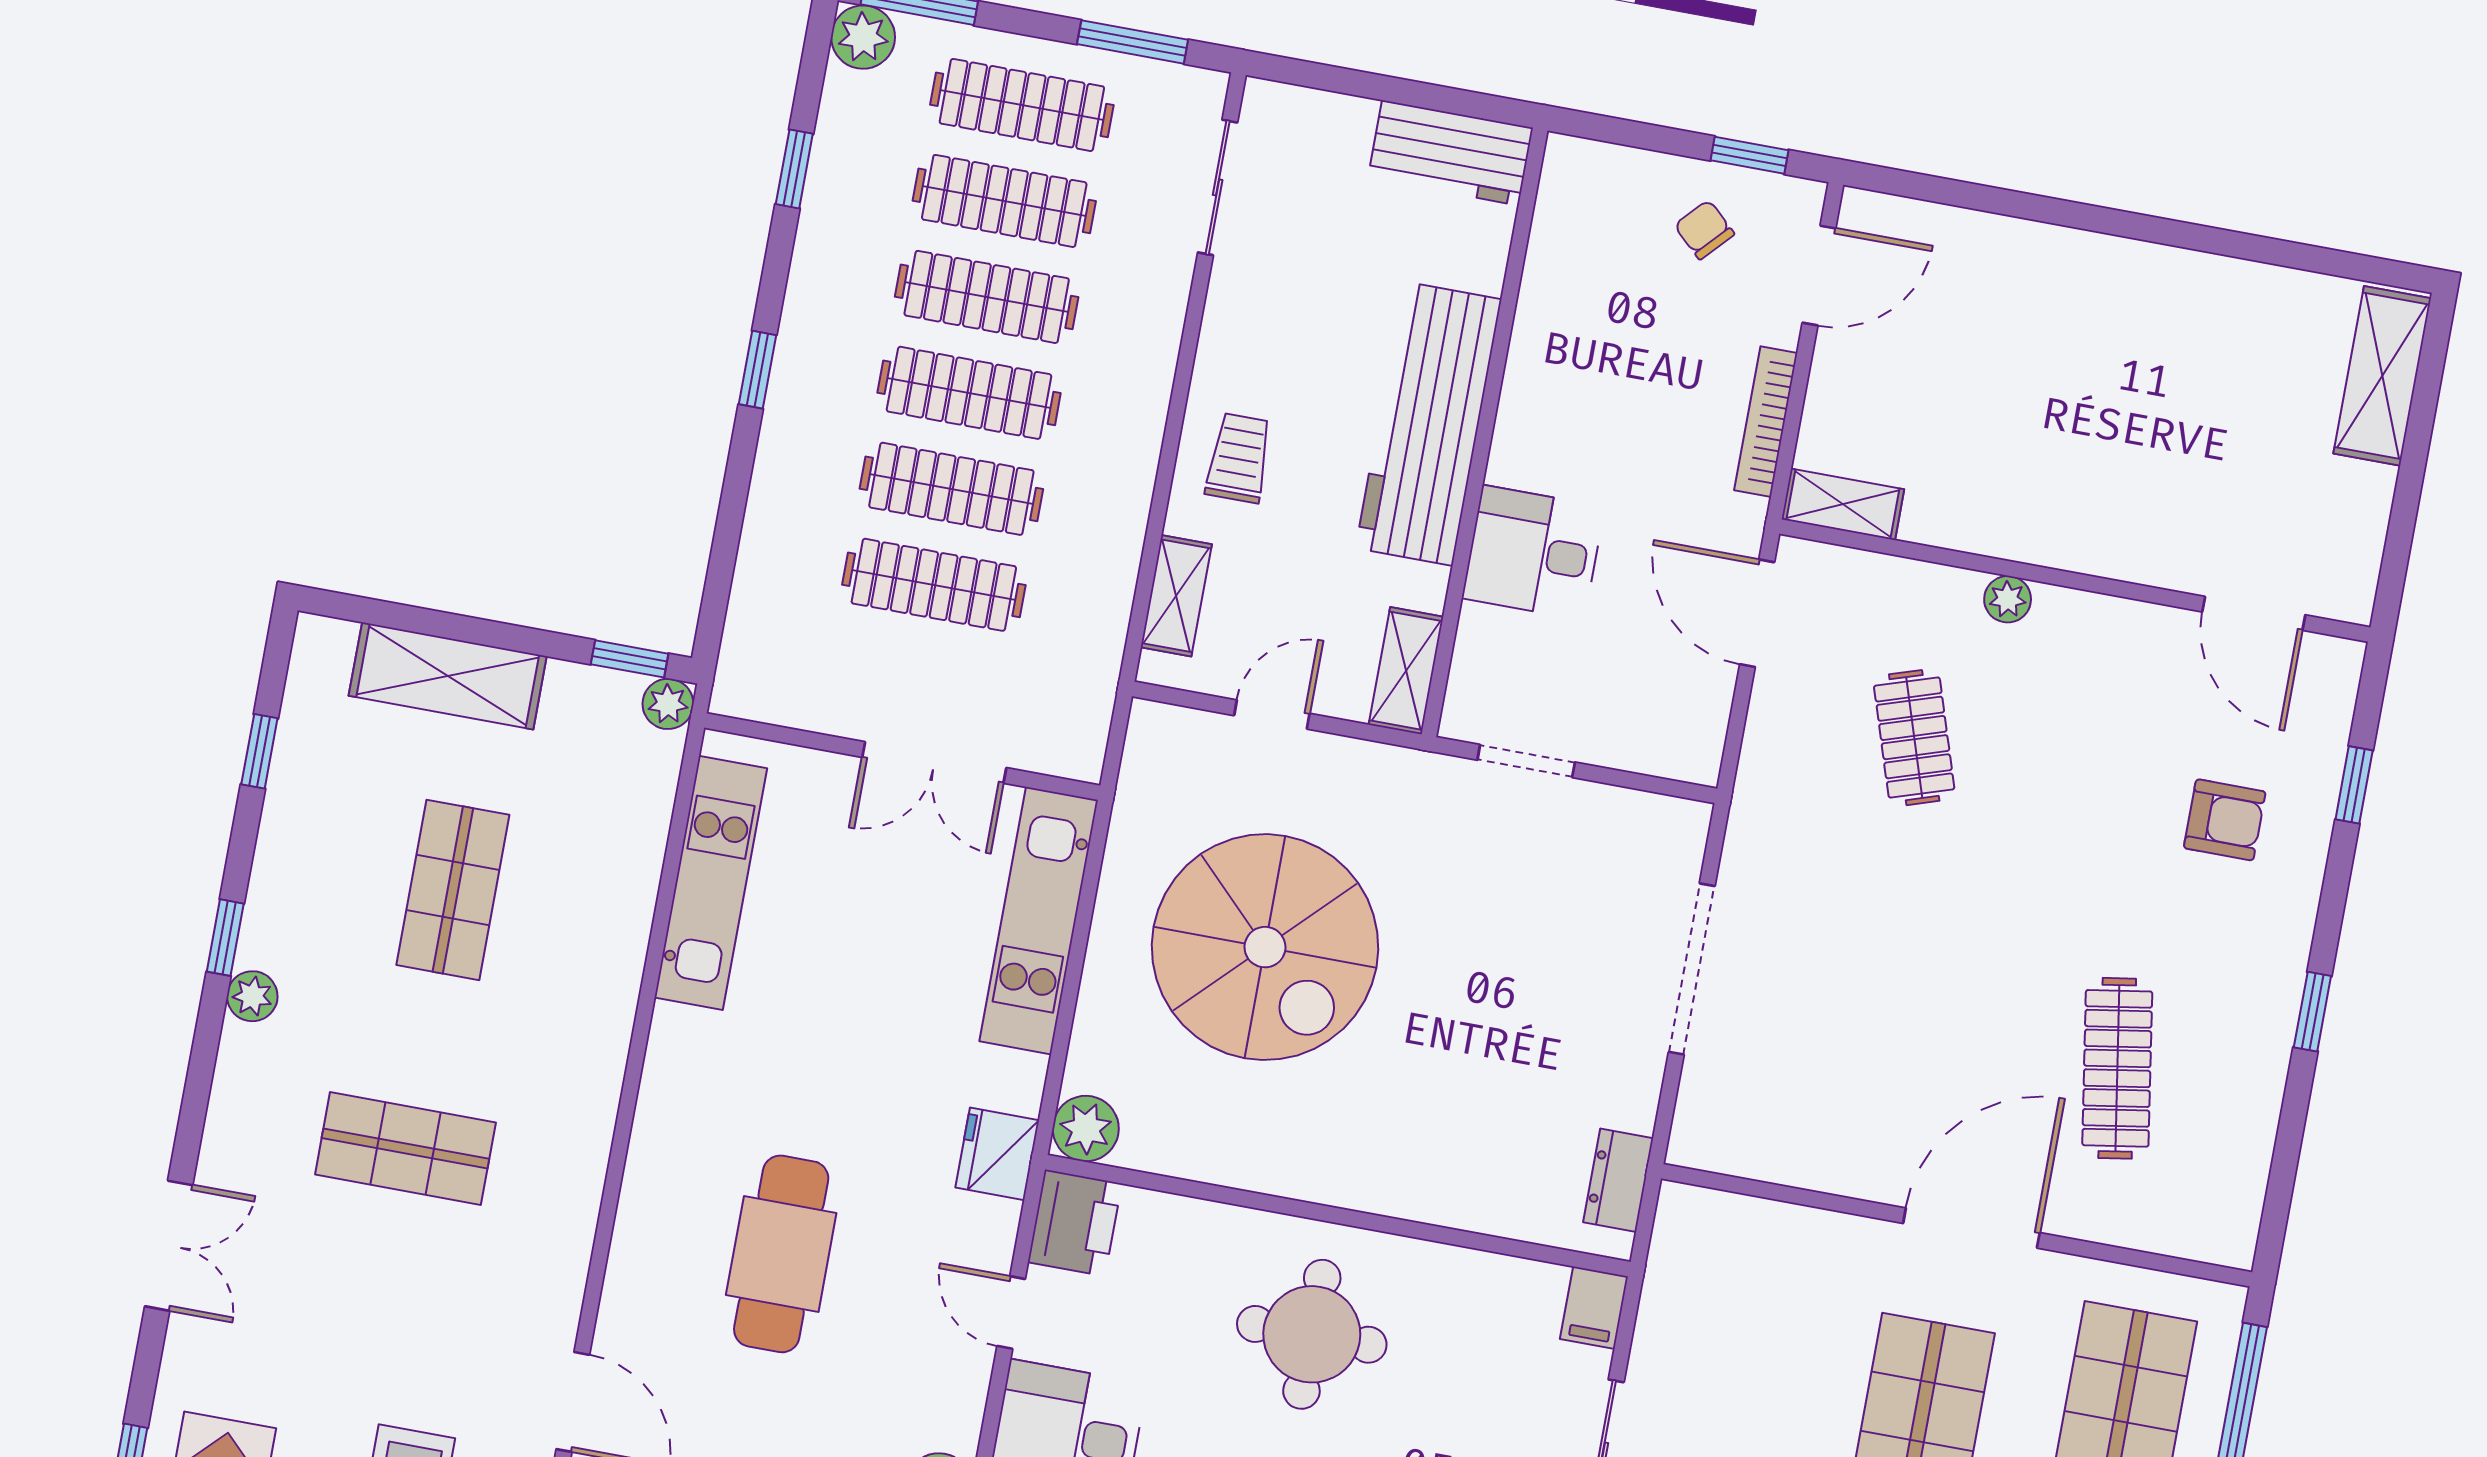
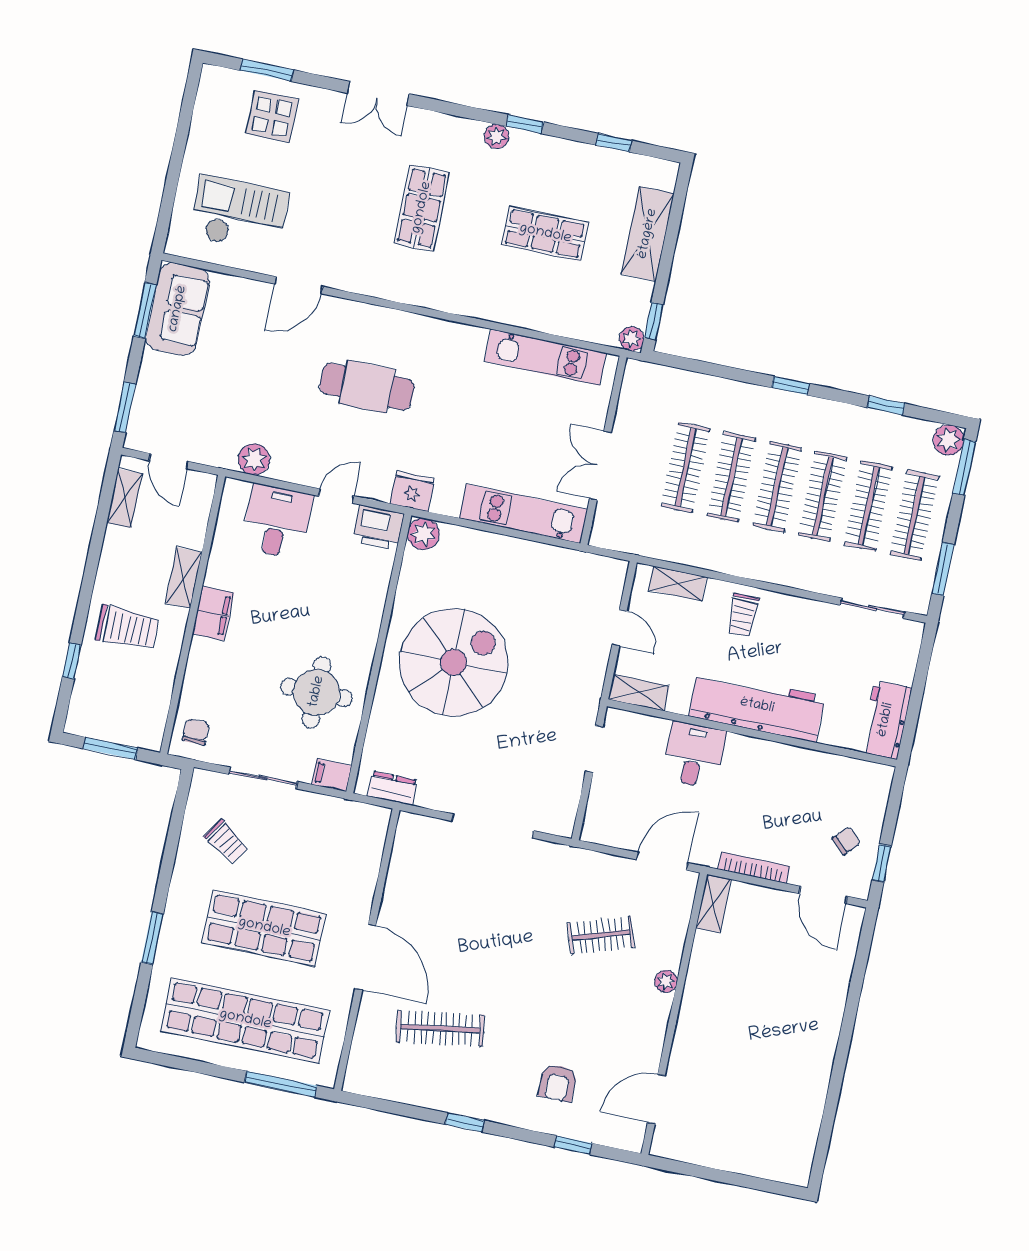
shelving: (2382, 376) -> (769, 1163), removed
trolley: (1239, 458) -> (743, 615), turned 90
spiral stairs: (1265, 947) -> (454, 662), moved, turned 180
round table: (1312, 1334) -> (317, 692), moved

